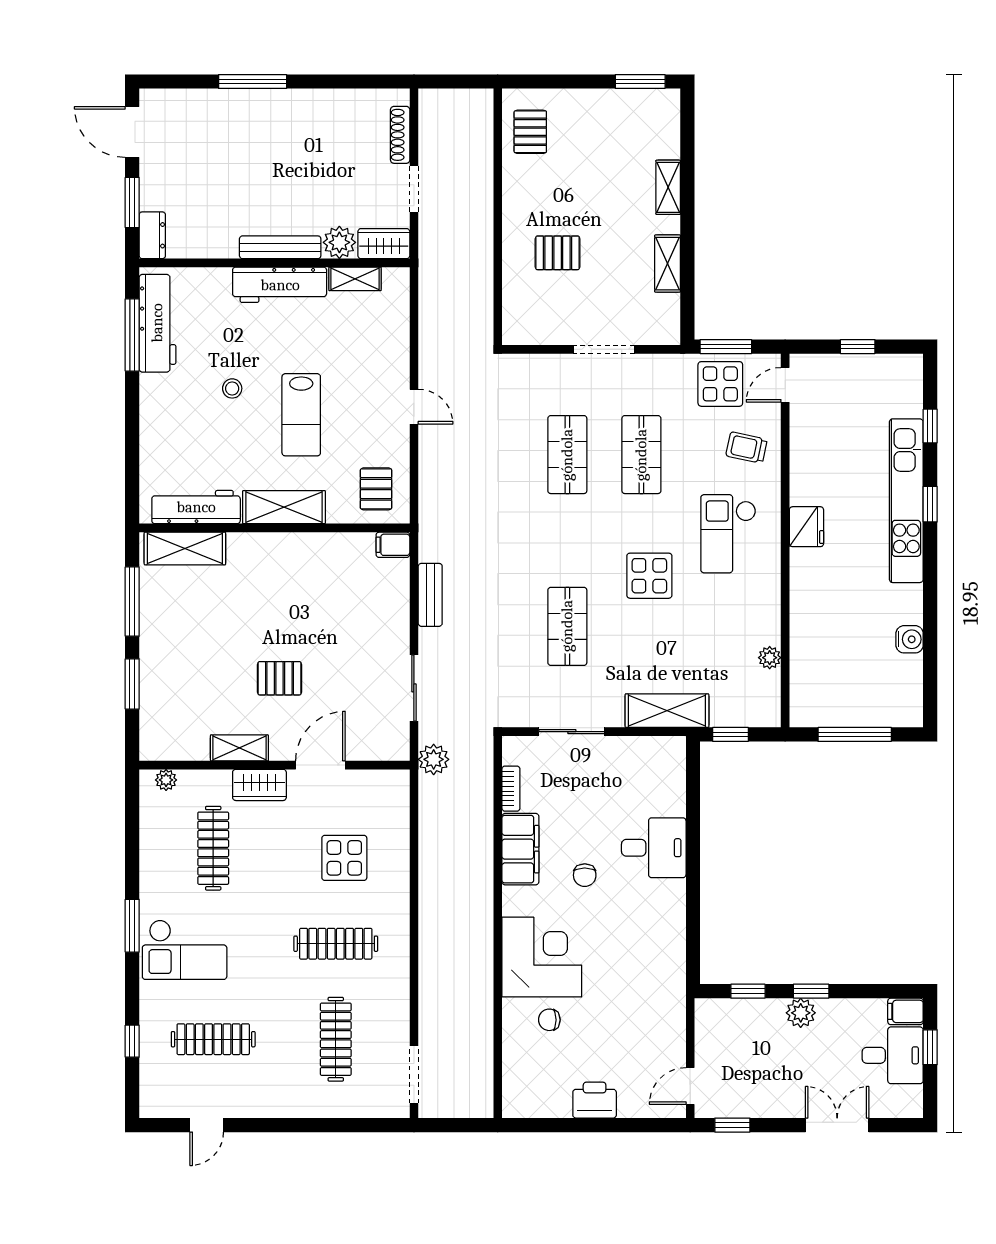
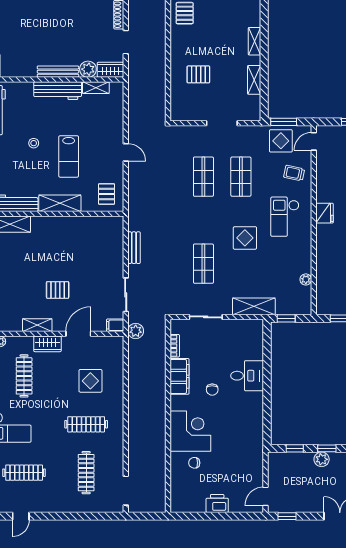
filing cabinet: (393, 545) -> (115, 325), moved

